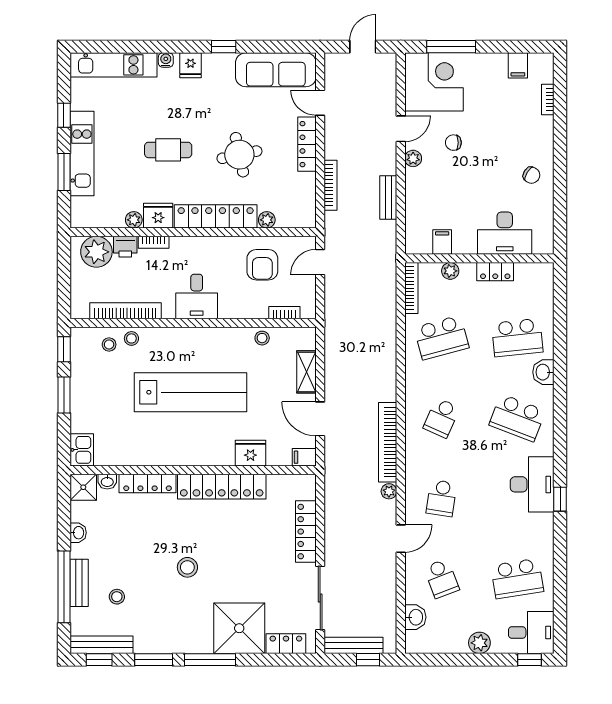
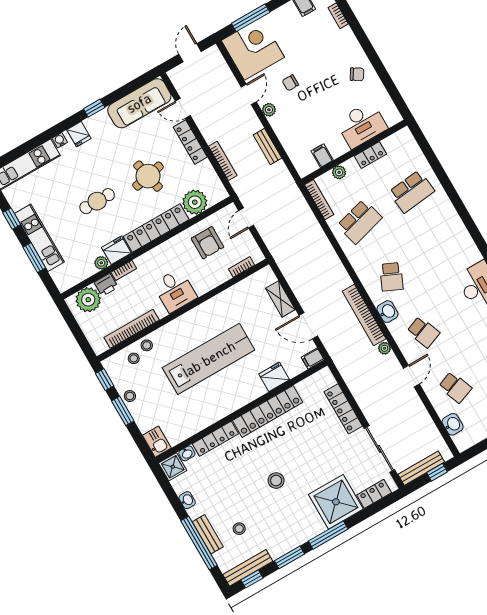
plant: (267, 220) -> (195, 202), width x1.88, depth x1.88
stool: (262, 338) -> (130, 396), moved
washbasin: (543, 372) -> (387, 312), moved, turned 180
school desk: (517, 418) -> (444, 247), removed
school desk: (441, 498) -> (423, 332), turned -30

